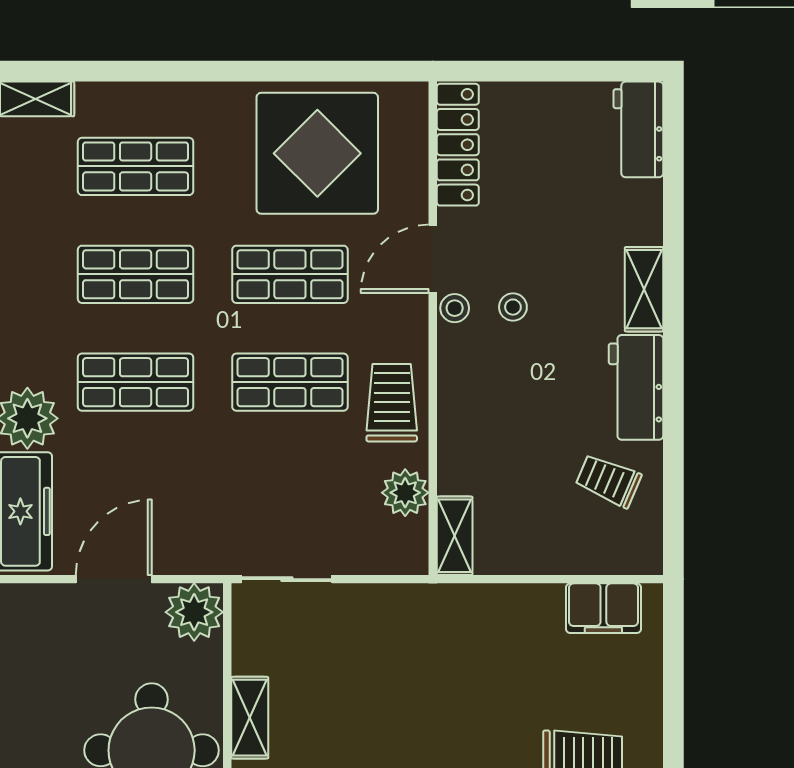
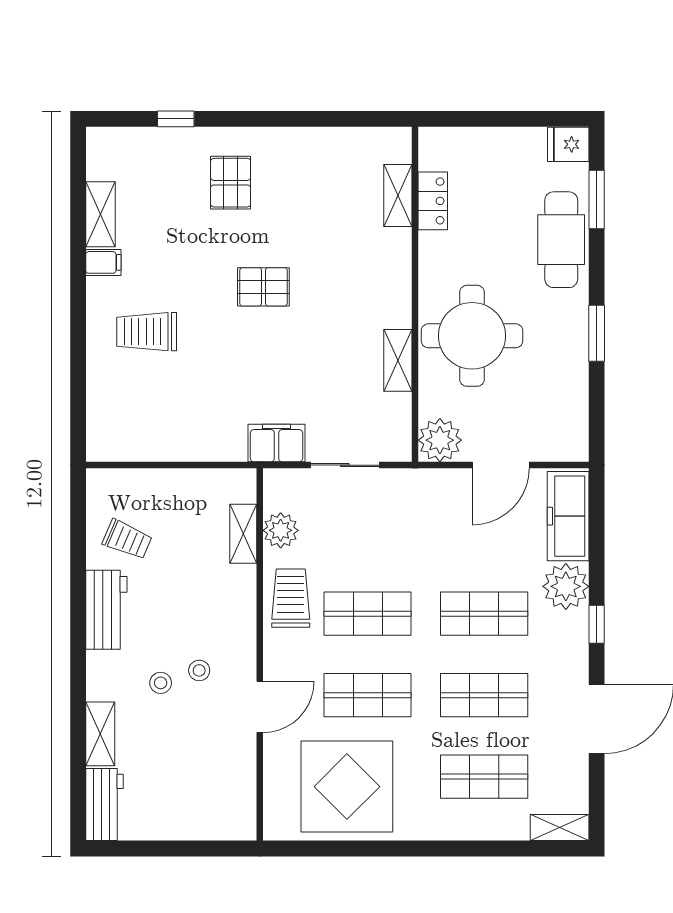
locker: (458, 145) -> (241, 793), removed
shelving: (644, 289) -> (100, 734), moved
stool: (455, 308) -> (161, 683), moved
trolley: (392, 403) -> (291, 598), turned 180
shelving: (455, 536) -> (243, 534), moved
sliding door: (287, 579) -> (345, 465), moved
filing cabinet: (603, 608) -> (276, 443), moved

